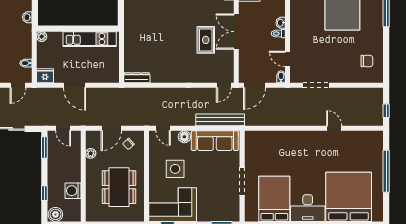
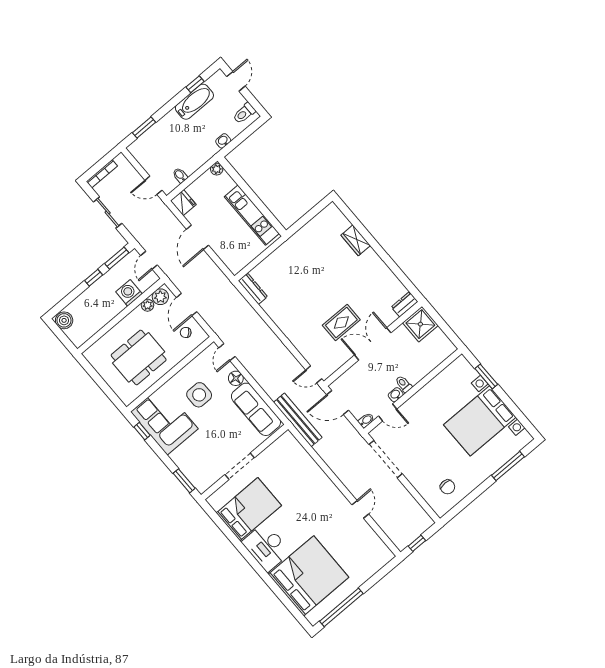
washbasin: (281, 23) -> (396, 395), moved
door: (288, 59) -> (388, 412), swing flipped
doorway: (316, 85) -> (386, 459), width x1.36
bench: (220, 120) -> (298, 420), moved
door: (111, 128) -> (187, 305), hinge flipped
plant: (92, 141) -> (160, 297), added
window: (386, 171) -> (341, 607), moved
washing machine: (73, 191) -> (129, 293), moved
window: (44, 193) -> (94, 278), moved

